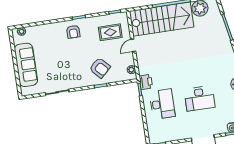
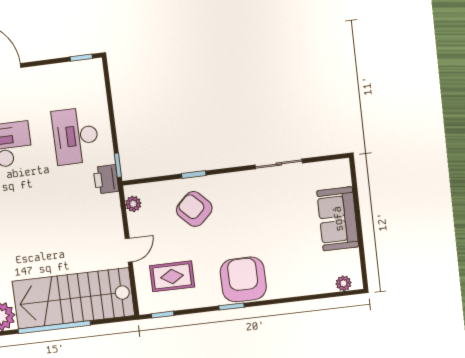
armchair: (73, 32) -> (243, 279), width x1.88, depth x1.88
sofa: (26, 65) -> (338, 219), width x0.73

